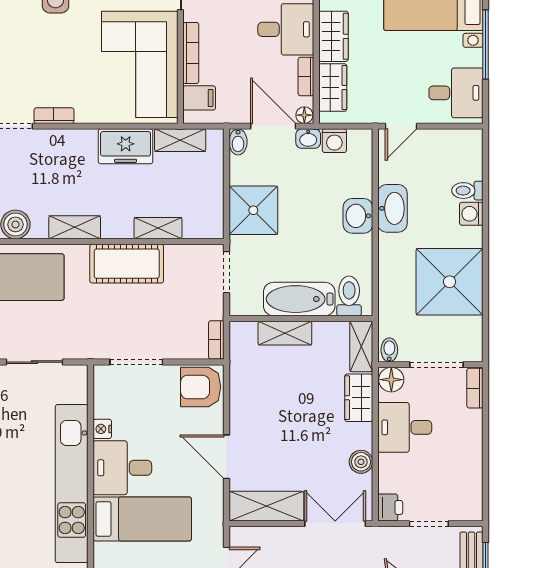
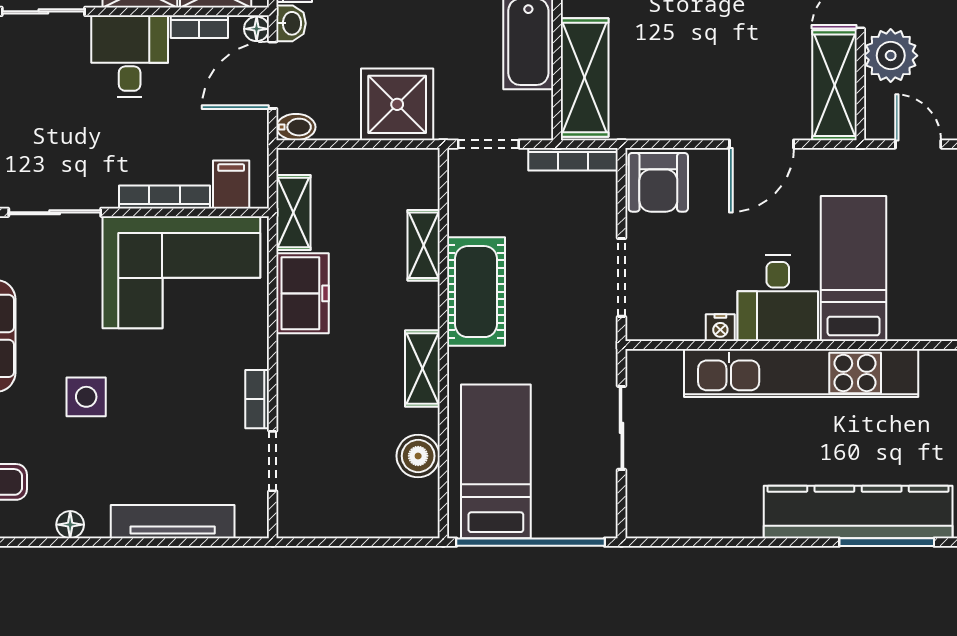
shelving: (285, 333) -> (585, 77), width x1.50, depth x1.33
bookcase: (216, 340) -> (573, 159), width x1.56
plant: (286, 544) -> (891, 56), added

